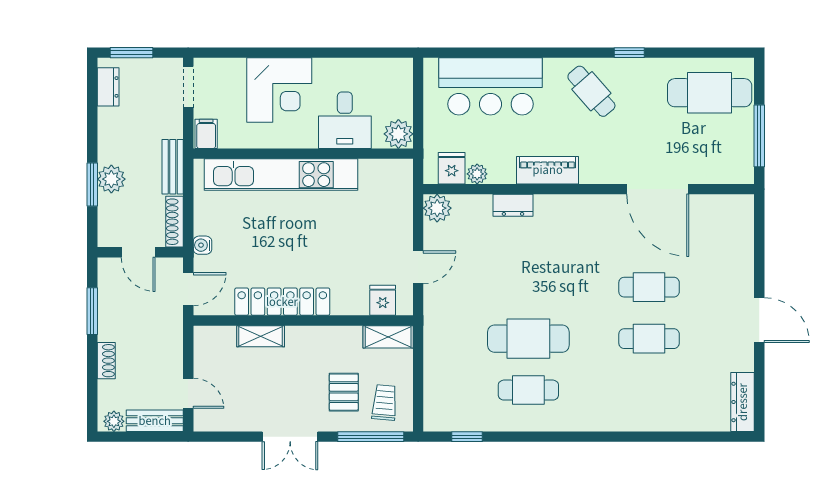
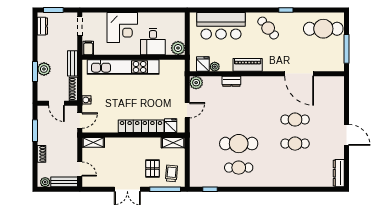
locker: (282, 302) -> (141, 126), moved
shelving: (261, 336) -> (93, 142), moved

